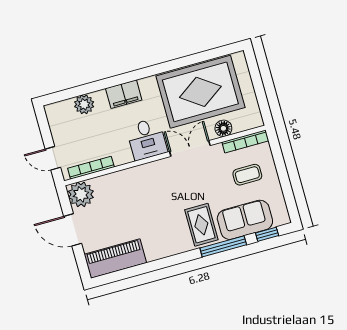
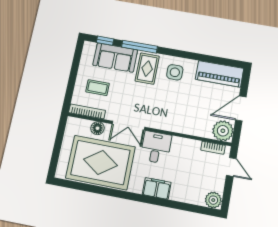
plant: (84, 104) -> (213, 200), moved
bookcase: (91, 168) -> (213, 148), width x0.64
door: (73, 230) -> (241, 108), swing flipped
side table: (167, 236) -> (175, 72), added

